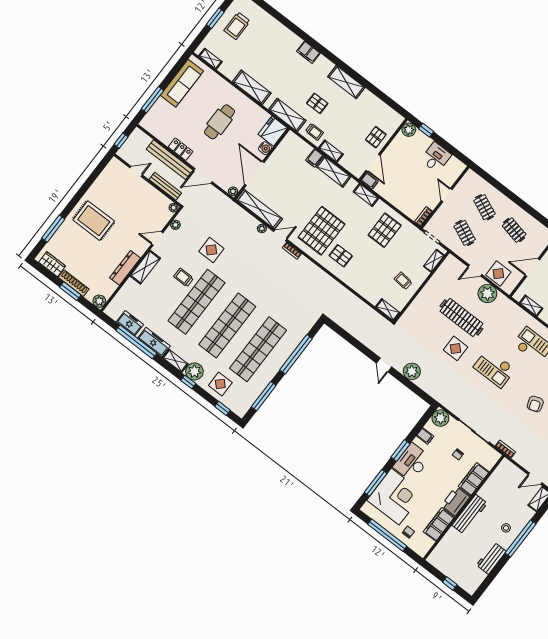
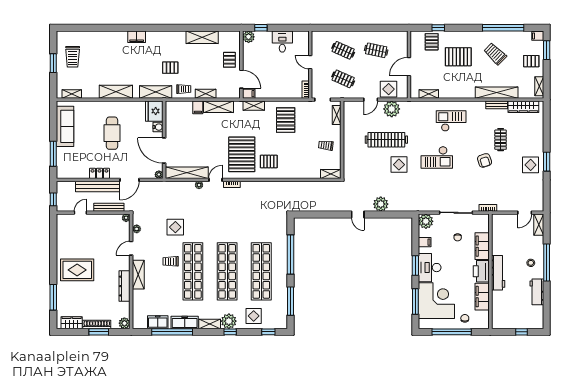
shelving: (346, 82) -> (202, 37), moved

